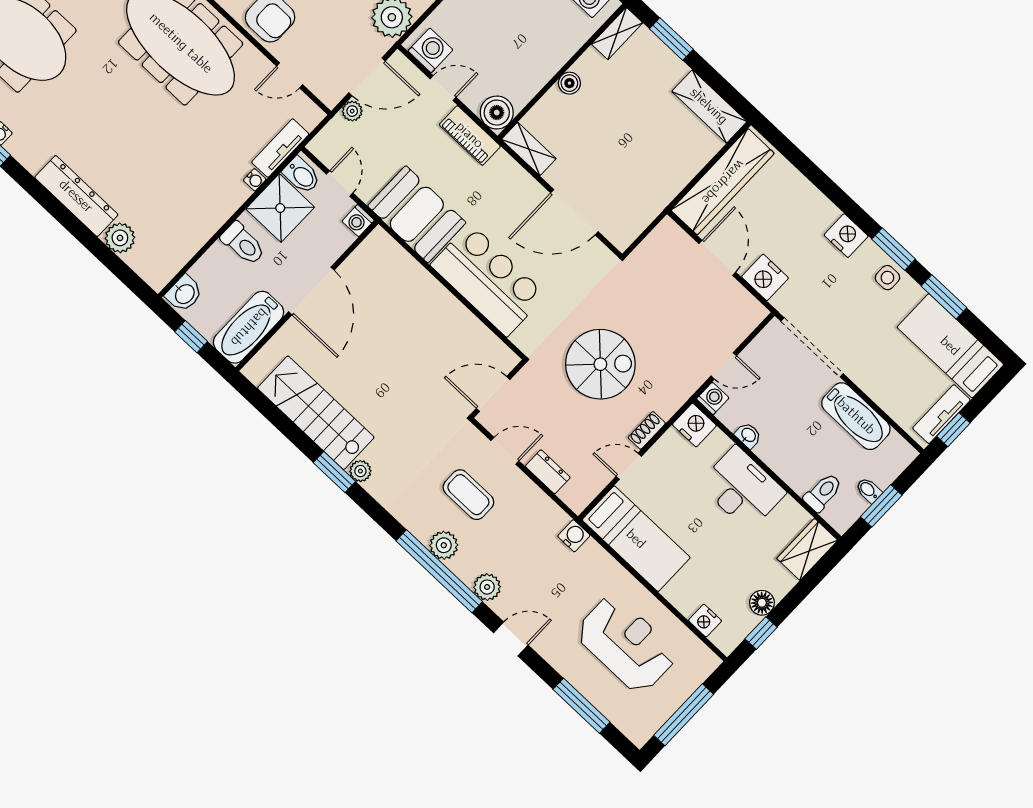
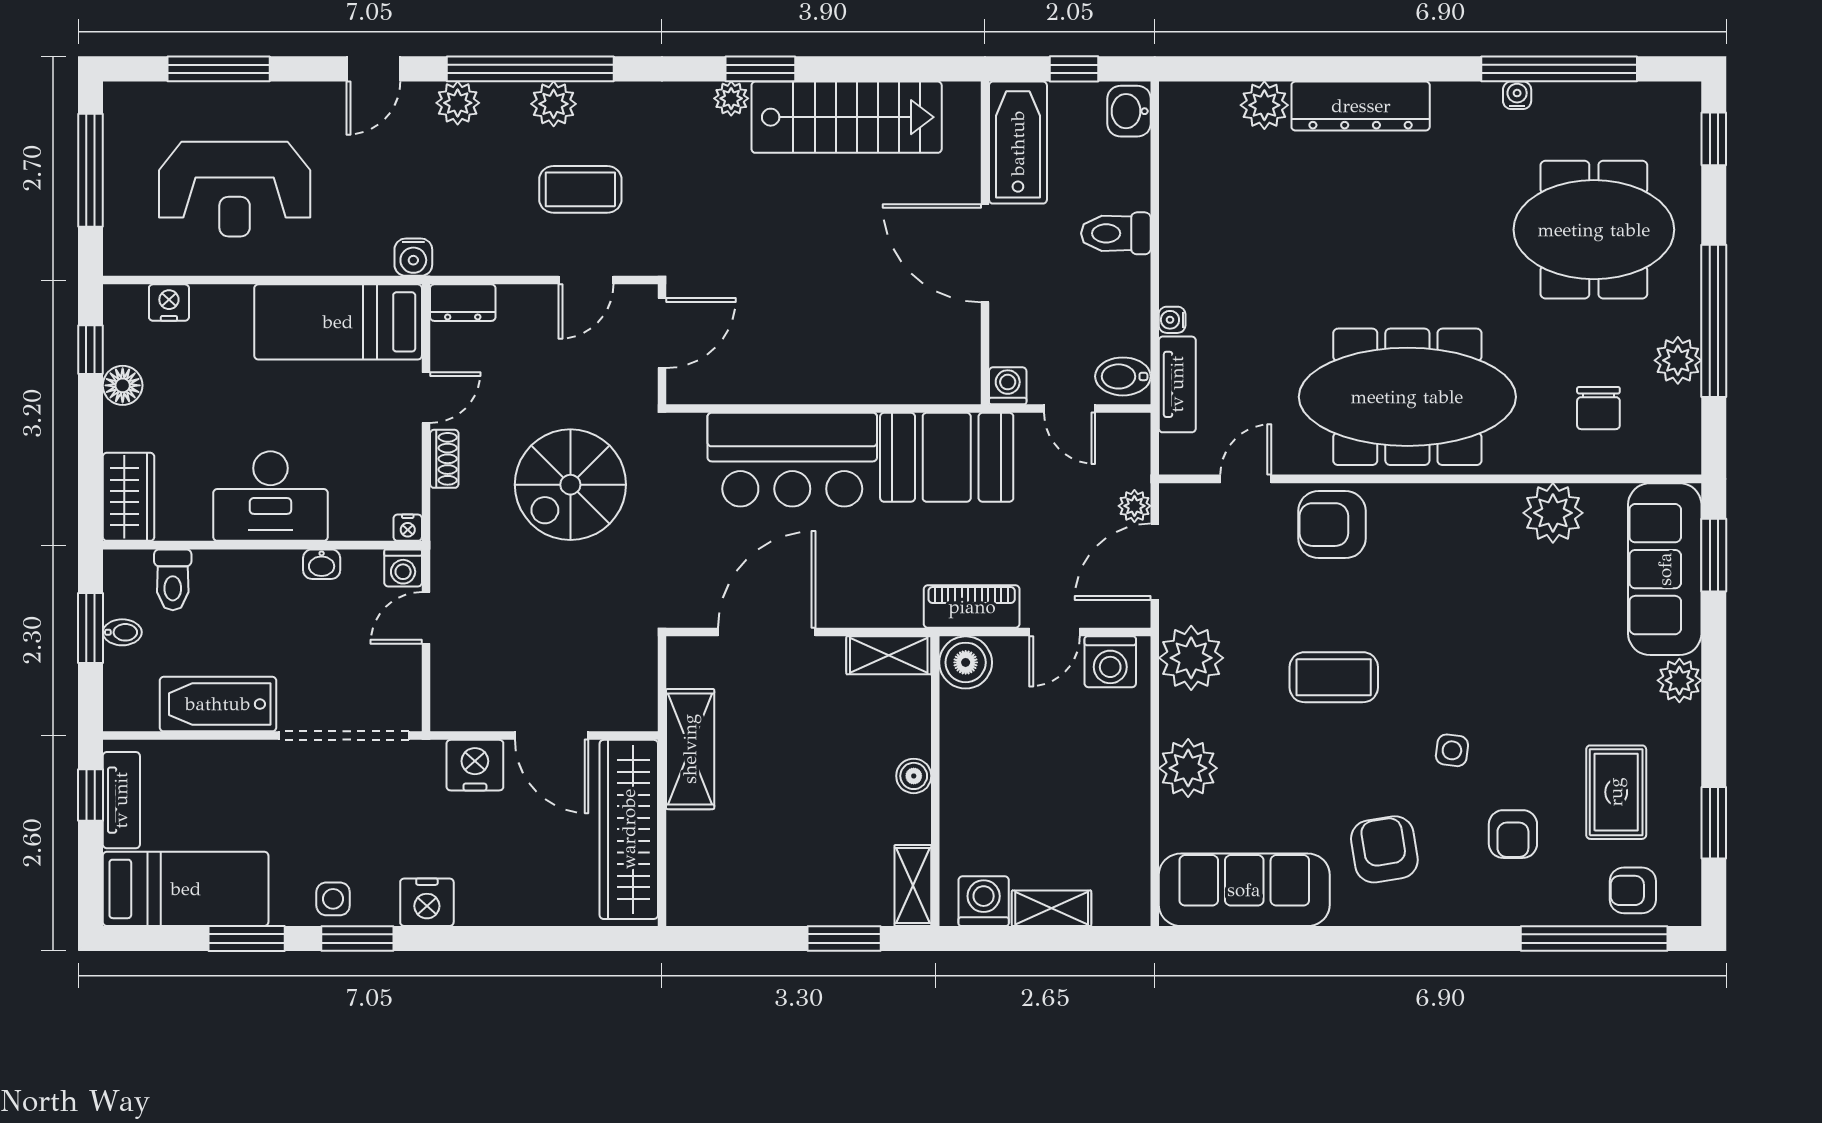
shelving: (709, 106) -> (690, 749), moved, turned 90
shower: (280, 208) -> (1112, 315), removed
nightstand: (694, 425) -> (408, 528), width x0.53, depth x0.56
dresser: (548, 472) -> (463, 303), moved

